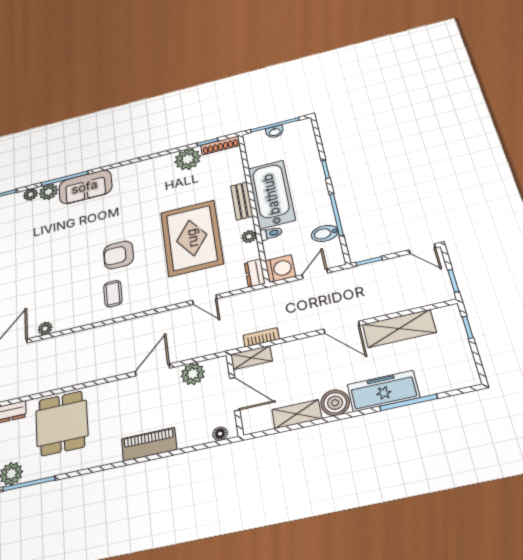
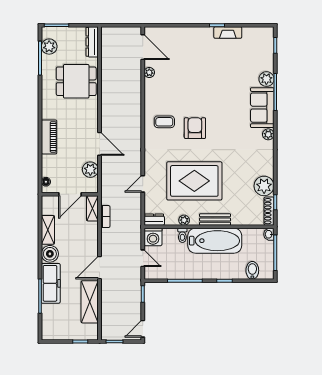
washbasin: (275, 132) -> (269, 234), moved
plant: (31, 194) -> (268, 134), moved
bidet: (325, 233) -> (252, 270), moved

